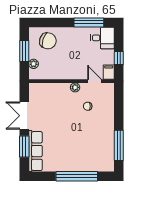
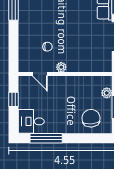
chair: (48, 41) -> (91, 118), turned 68
filing cabinet: (109, 72) -> (24, 84), removed

